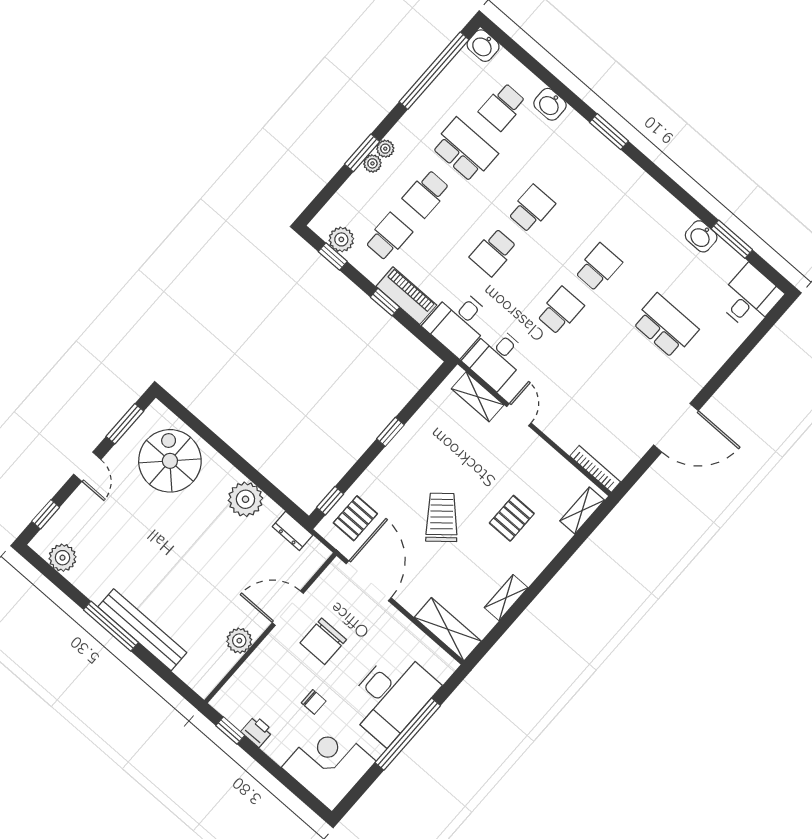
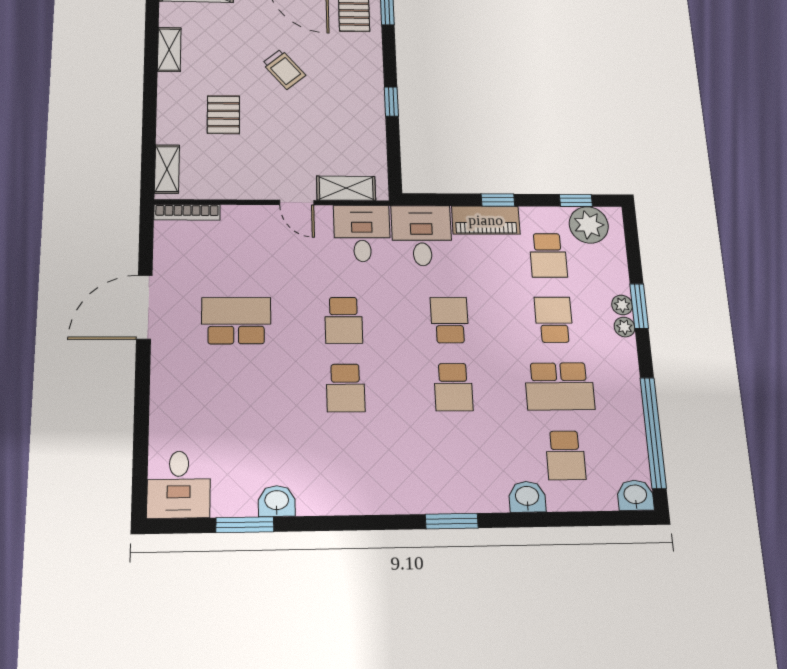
school desk: (502, 107) -> (565, 455), turned 180
plant: (341, 239) -> (589, 225), width x1.36, depth x1.36
school desk: (665, 326) -> (236, 321), moved, turned 180
trolley: (442, 517) -> (284, 69), width x0.73, depth x0.72

